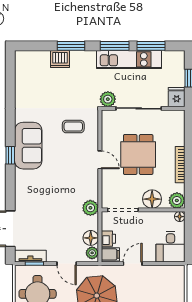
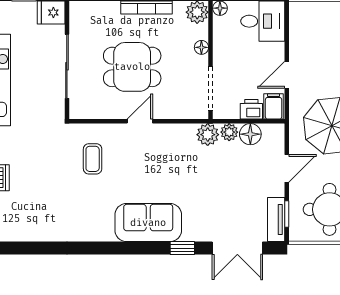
plant: (108, 99) -> (54, 110), removed
sofa: (28, 146) -> (148, 223), moved
window: (10, 155) -> (182, 248), moved
floor lamp: (152, 199) -> (201, 47), width x0.53, depth x0.53
plant: (92, 253) -> (229, 132), moved
door: (133, 264) -> (287, 75), hinge flipped

